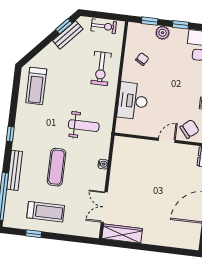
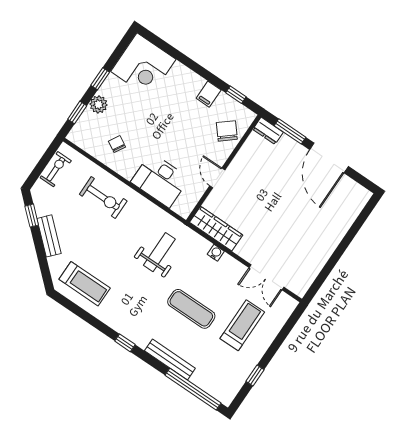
bench: (68, 35) -> (49, 236), moved
door: (167, 140) -> (217, 178), moved
treadmill: (46, 212) -> (242, 325), moved
wardrobe: (122, 234) -> (216, 229), moved, turned 90

